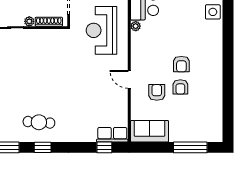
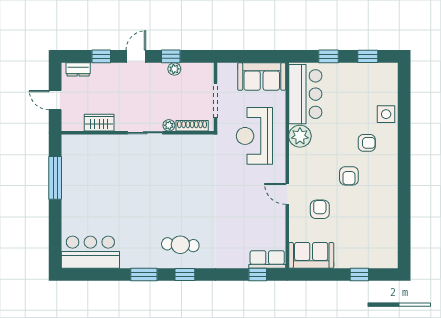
plant: (136, 26) -> (300, 136), width x1.88, depth x1.88
armchair: (180, 87) -> (367, 143), moved, turned -90
window: (190, 147) -> (359, 275), width x0.46

